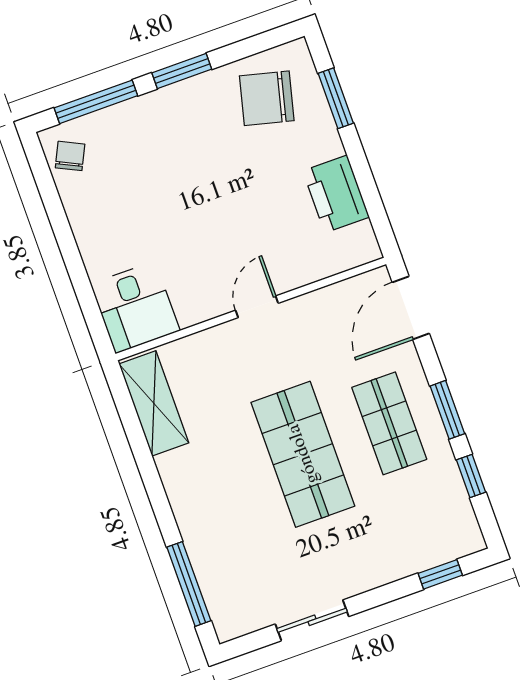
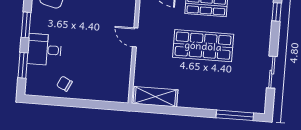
window: (96, 102) -> (23, 65), width x0.69
chair: (70, 156) -> (64, 84), moved
desk: (135, 307) -> (44, 50), moved, turned 180

